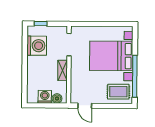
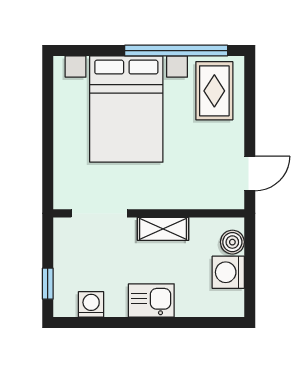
washing machine: (37, 46) -> (91, 304), width x0.53, depth x0.53
kitchen sink: (34, 66) -> (151, 300), added

